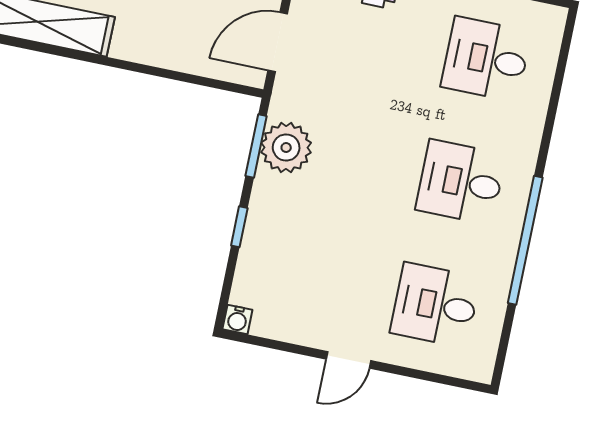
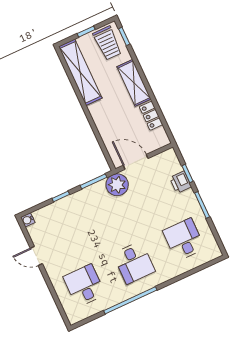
plant: (286, 147) -> (117, 185), moved
desk: (461, 182) -> (134, 263), turned 180
door: (348, 360) -> (36, 256), moved

